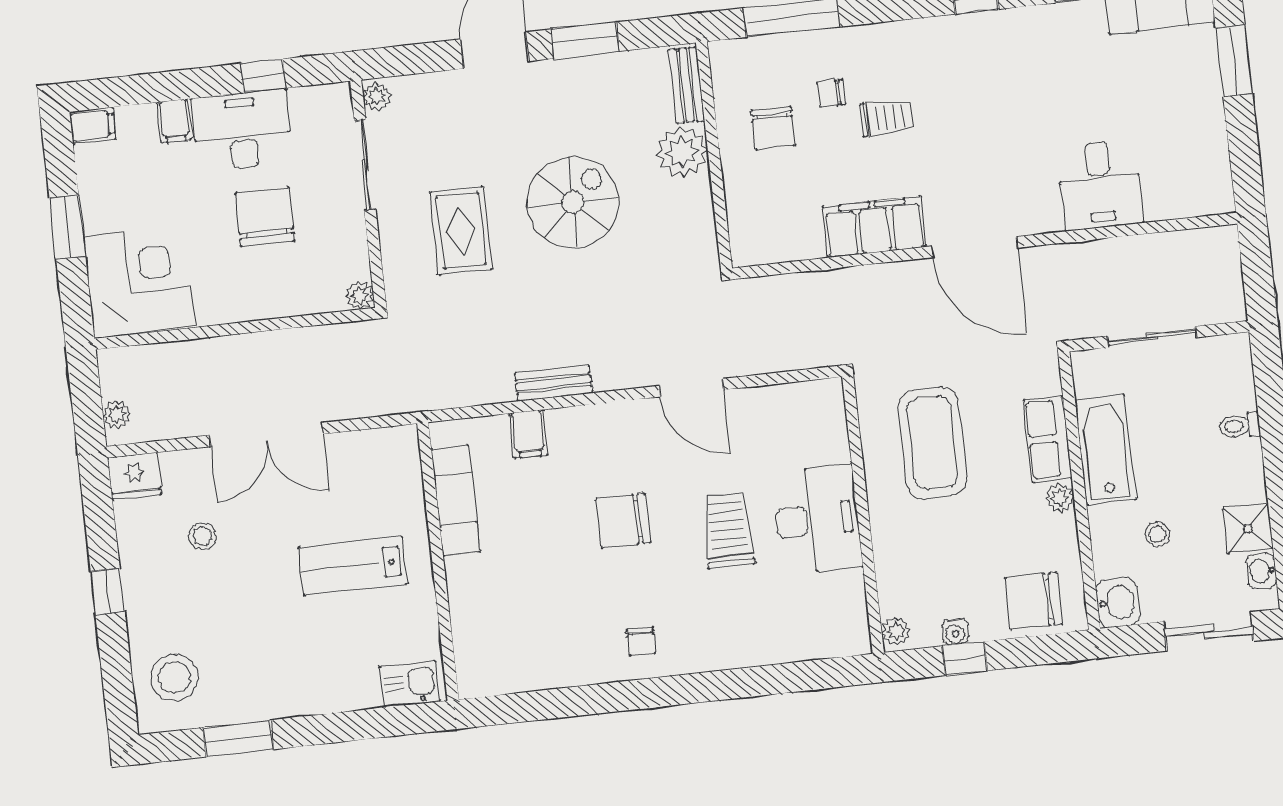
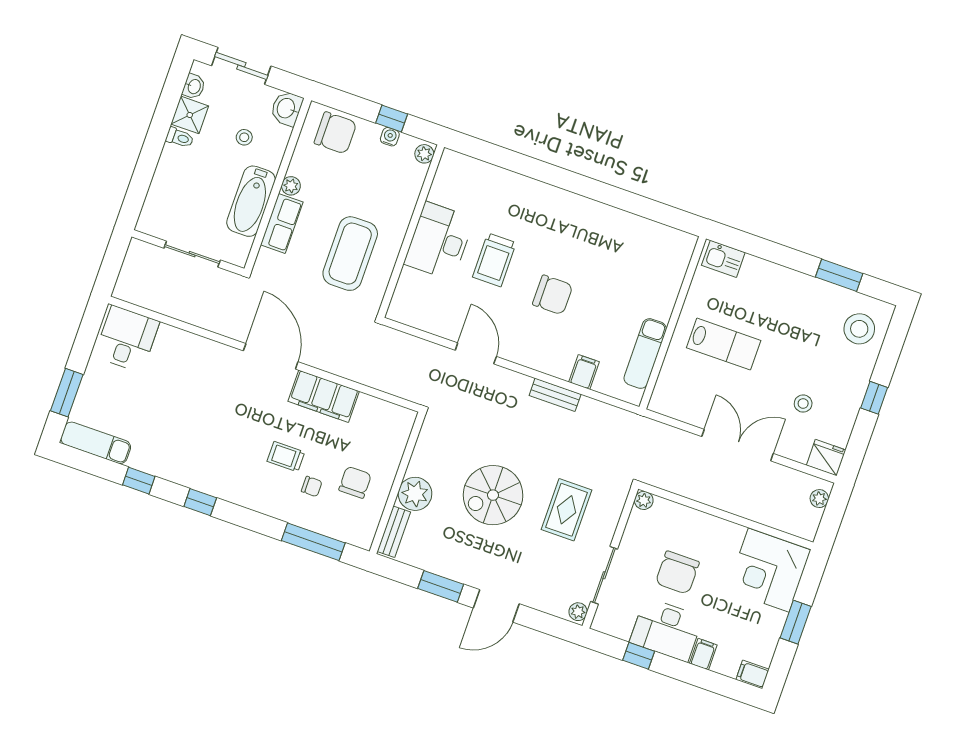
desk: (1100, 185) -> (127, 339), moved
toilet: (1240, 426) -> (180, 138), moved
chair: (641, 641) -> (576, 219), removed

